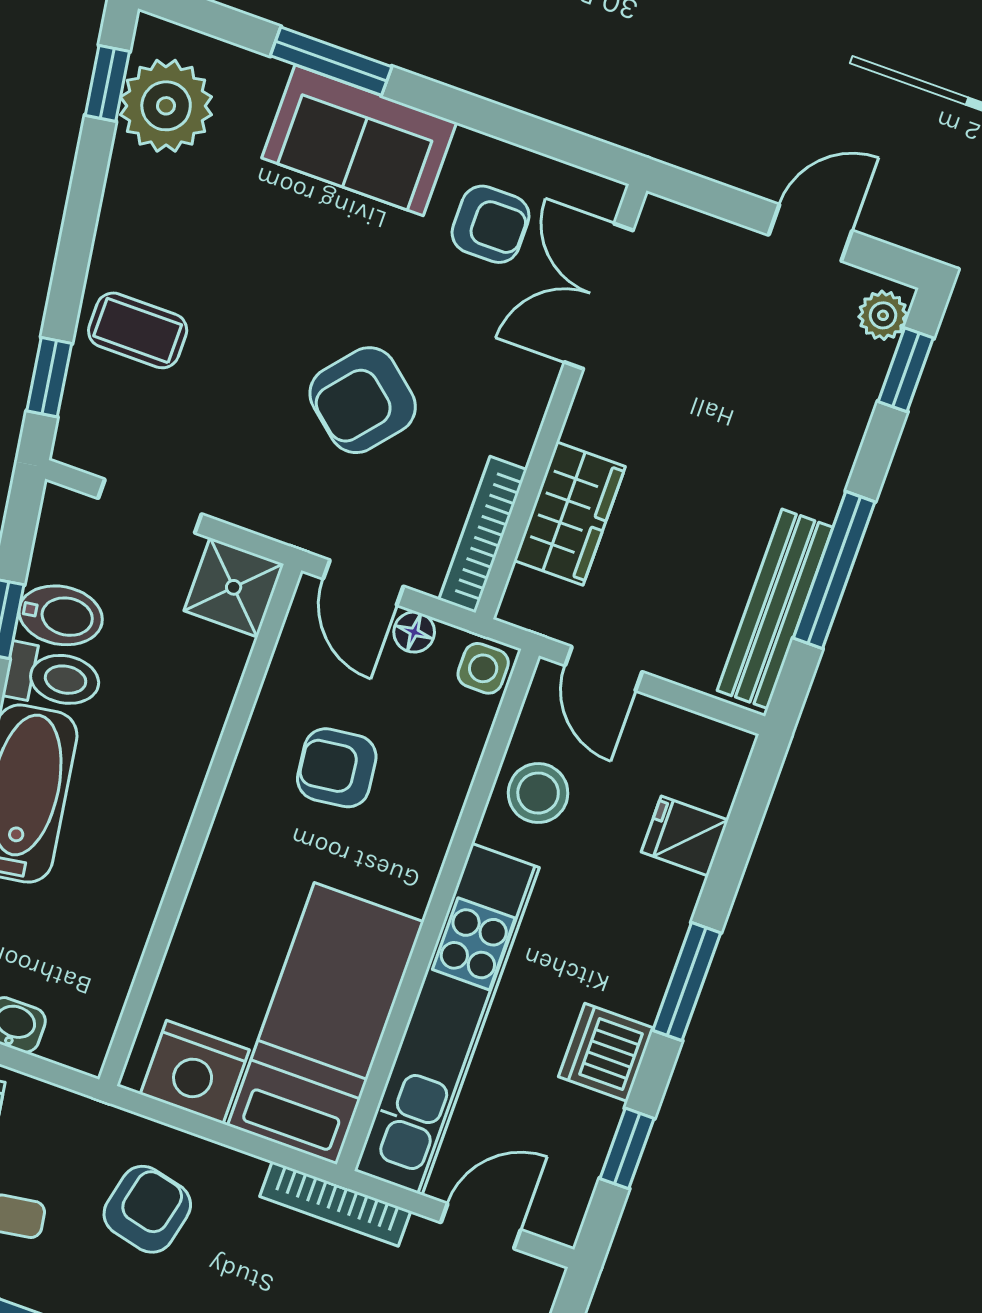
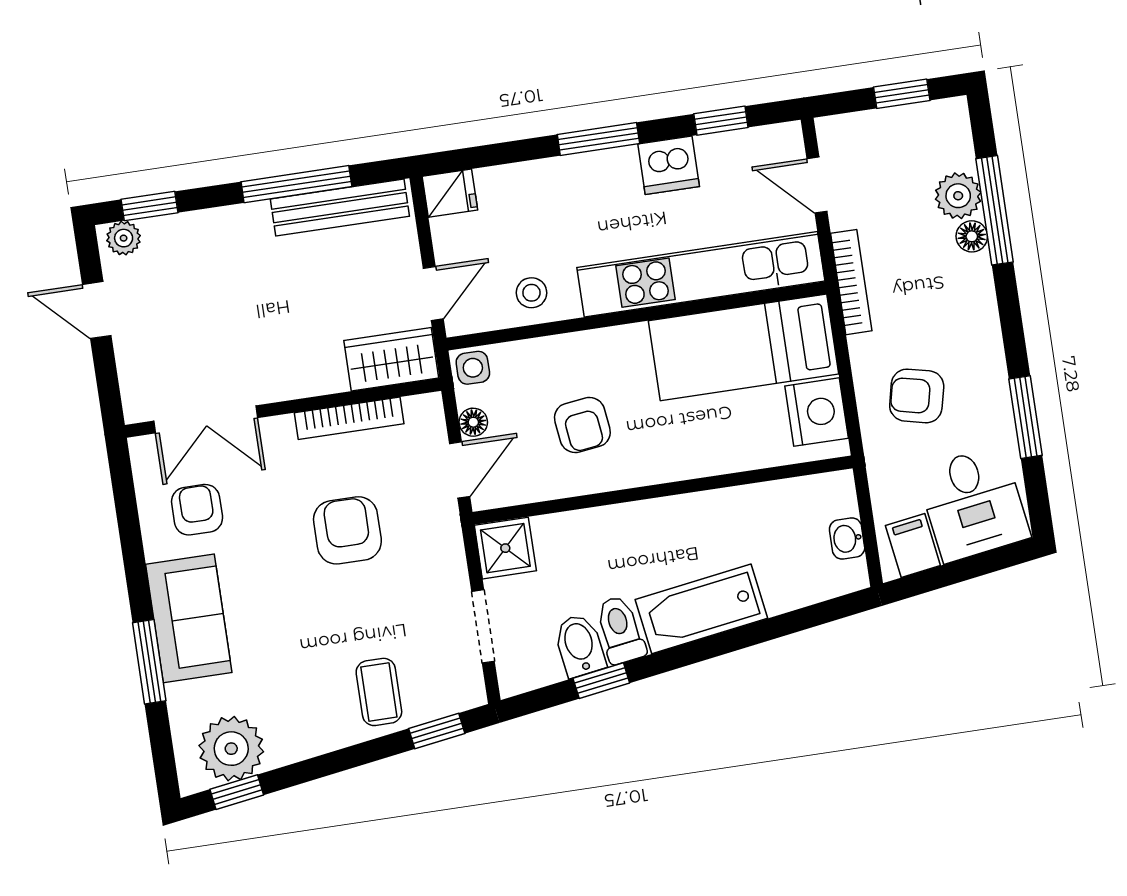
armchair: (363, 400) -> (347, 530), turned -130
wardrobe: (570, 514) -> (391, 359), moved
bookcase: (483, 535) -> (349, 418), moved
stool: (538, 793) -> (531, 293), width x0.73, depth x0.73
fridge: (685, 836) -> (450, 193), moved, turned -90

